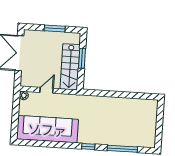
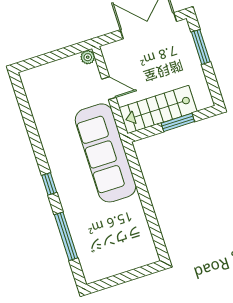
window: (55, 28) -> (201, 47), moved
sofa: (47, 129) -> (106, 153), moved, turned 180

